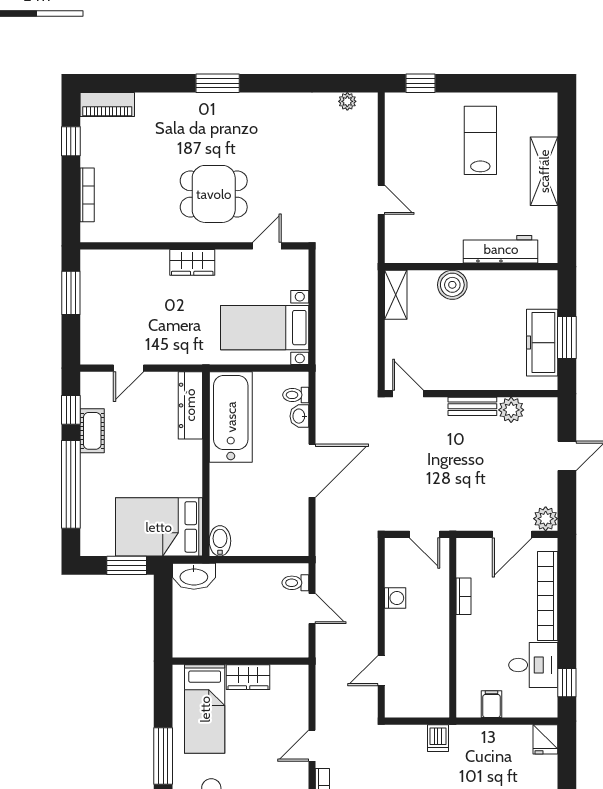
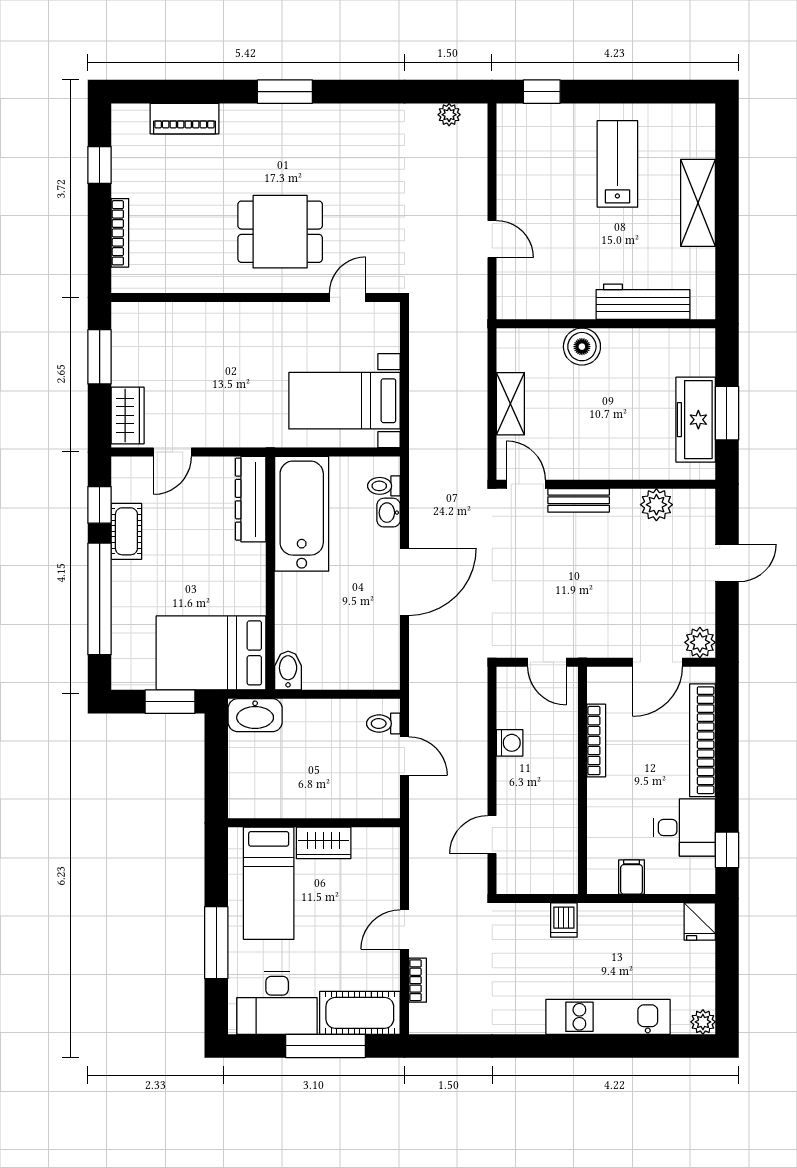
piano: (107, 105) -> (184, 119), moved
wardrobe: (192, 262) -> (128, 415), moved, turned -90
shelving: (396, 295) -> (510, 404), moved
bench: (472, 406) -> (579, 500), moved
bookcase: (464, 596) -> (596, 741), width x1.56

